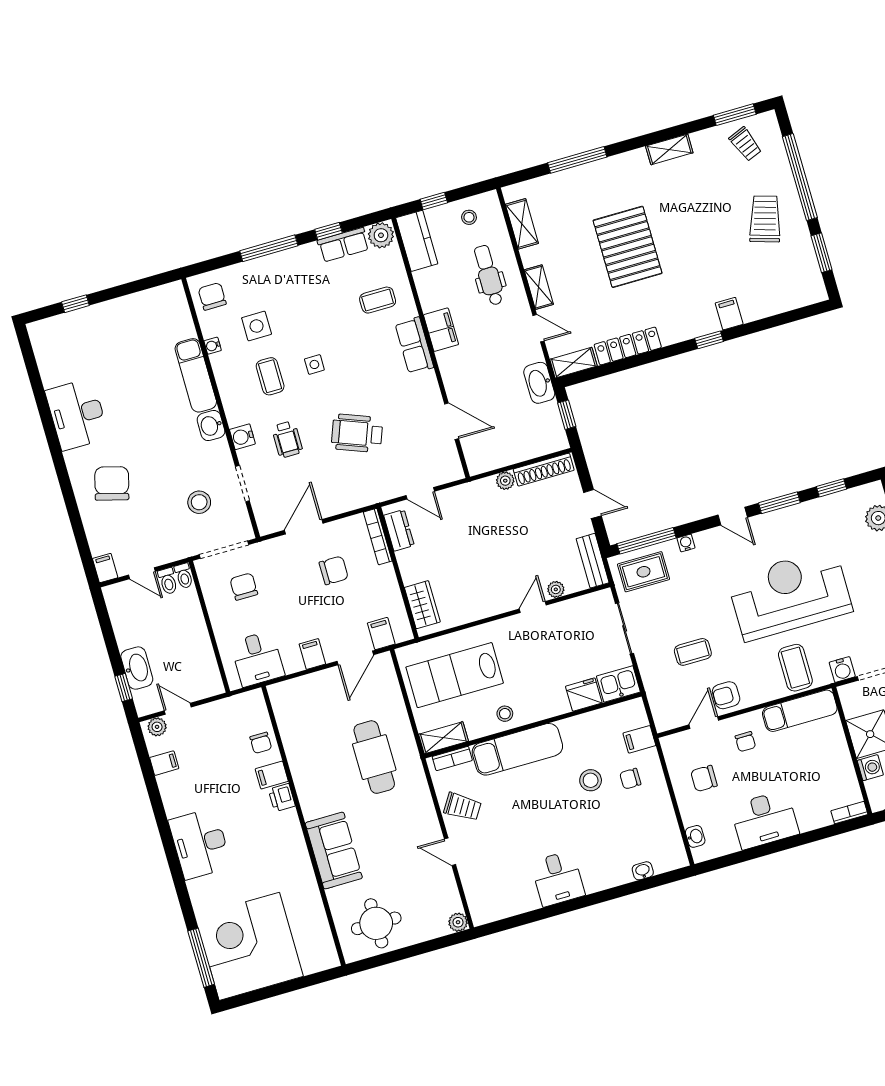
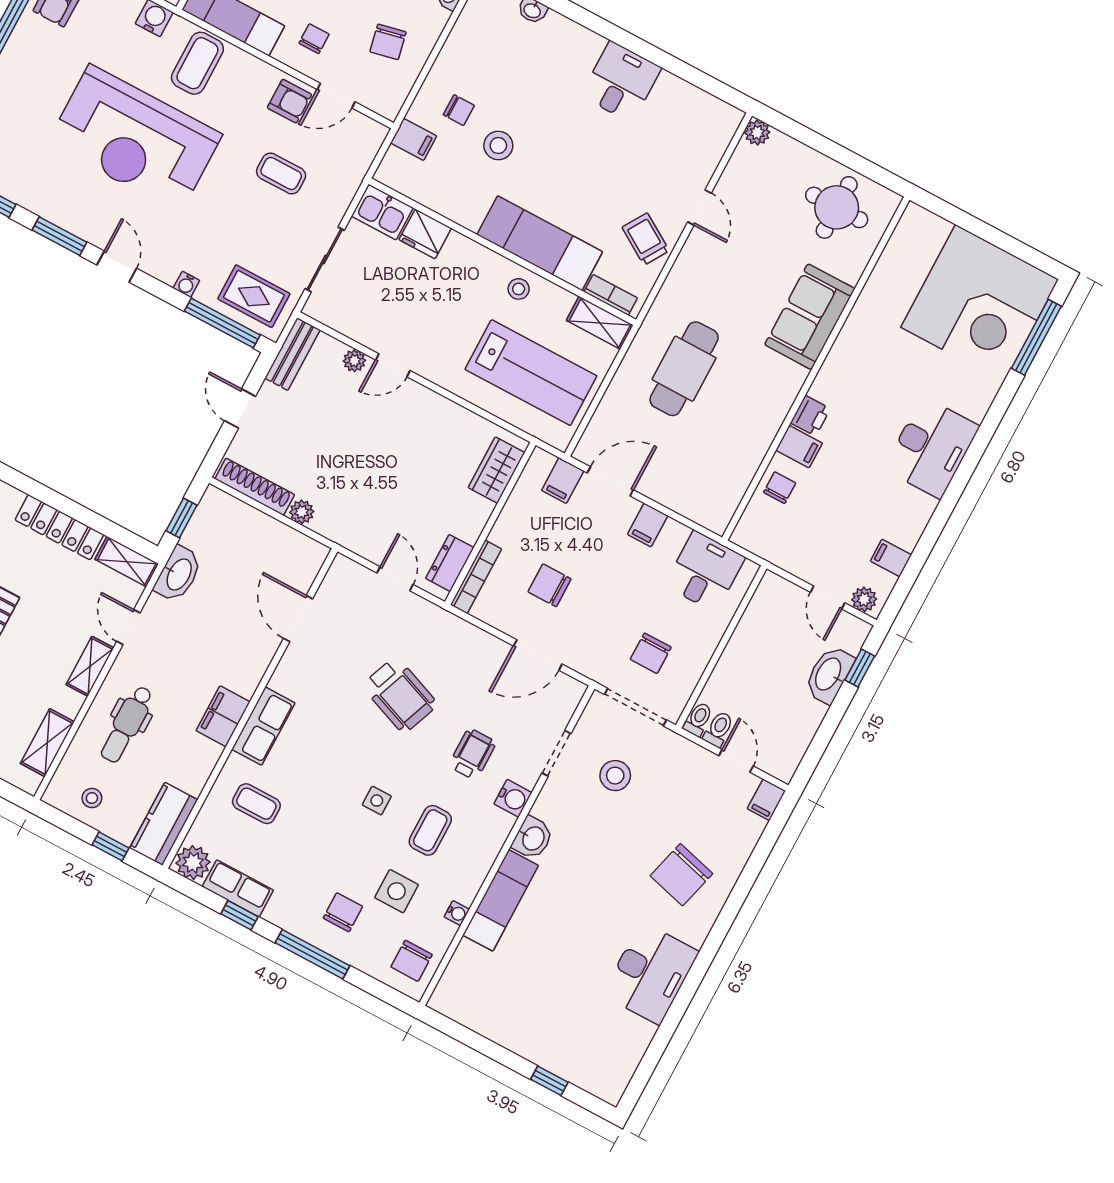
chair: (274, 287) -> (343, 912), added
chair: (704, 778) -> (388, 42), turned 78

